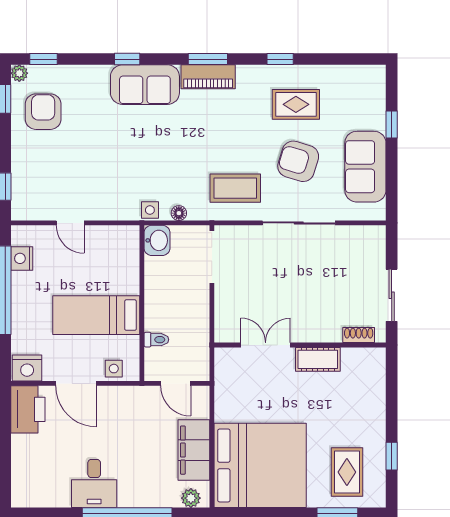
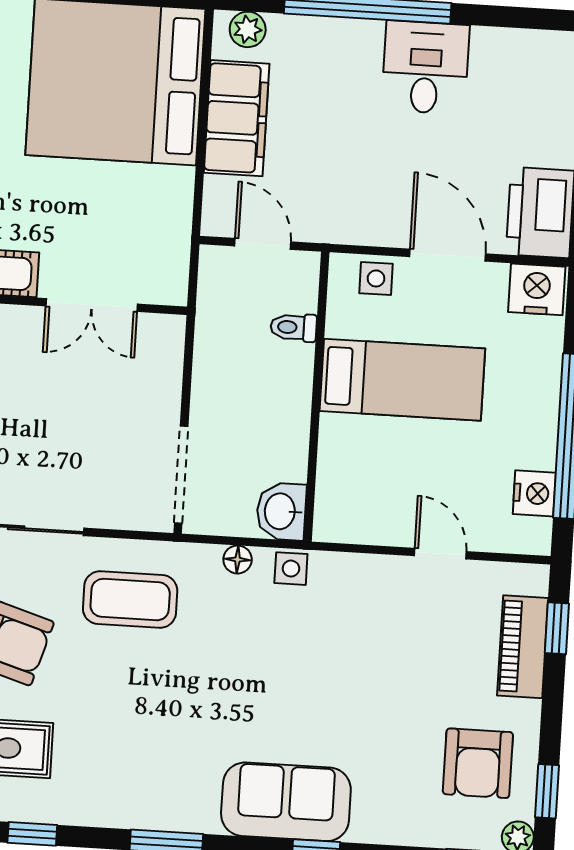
piano: (208, 77) -> (523, 647), moved, turned -90

